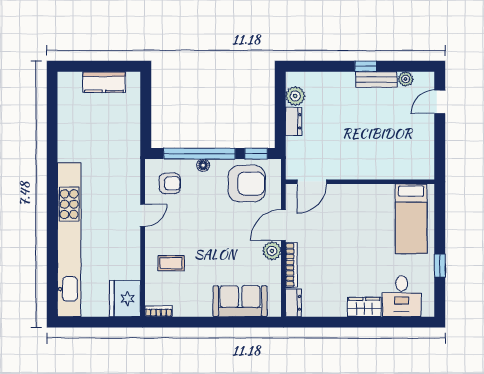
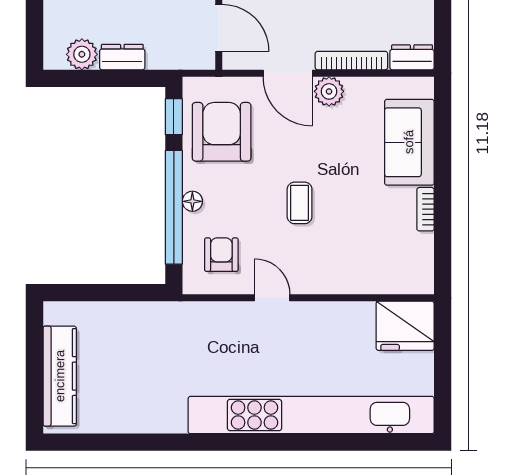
kitchen counter: (104, 82) -> (60, 376), width x1.50
coffee table: (171, 263) -> (300, 203), moved
bookcase: (158, 311) -> (425, 209), moved

